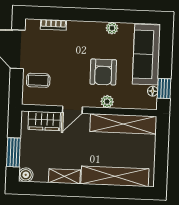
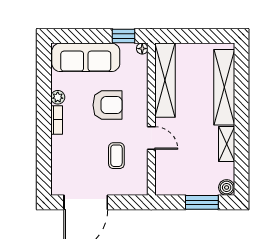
bookcase: (53, 25) -> (57, 120), moved
coffee table: (38, 80) -> (116, 156), moved
floor lamp: (153, 91) -> (142, 49), moved
plant: (107, 102) -> (141, 99), removed
wardrobe: (44, 121) -> (165, 169), removed

